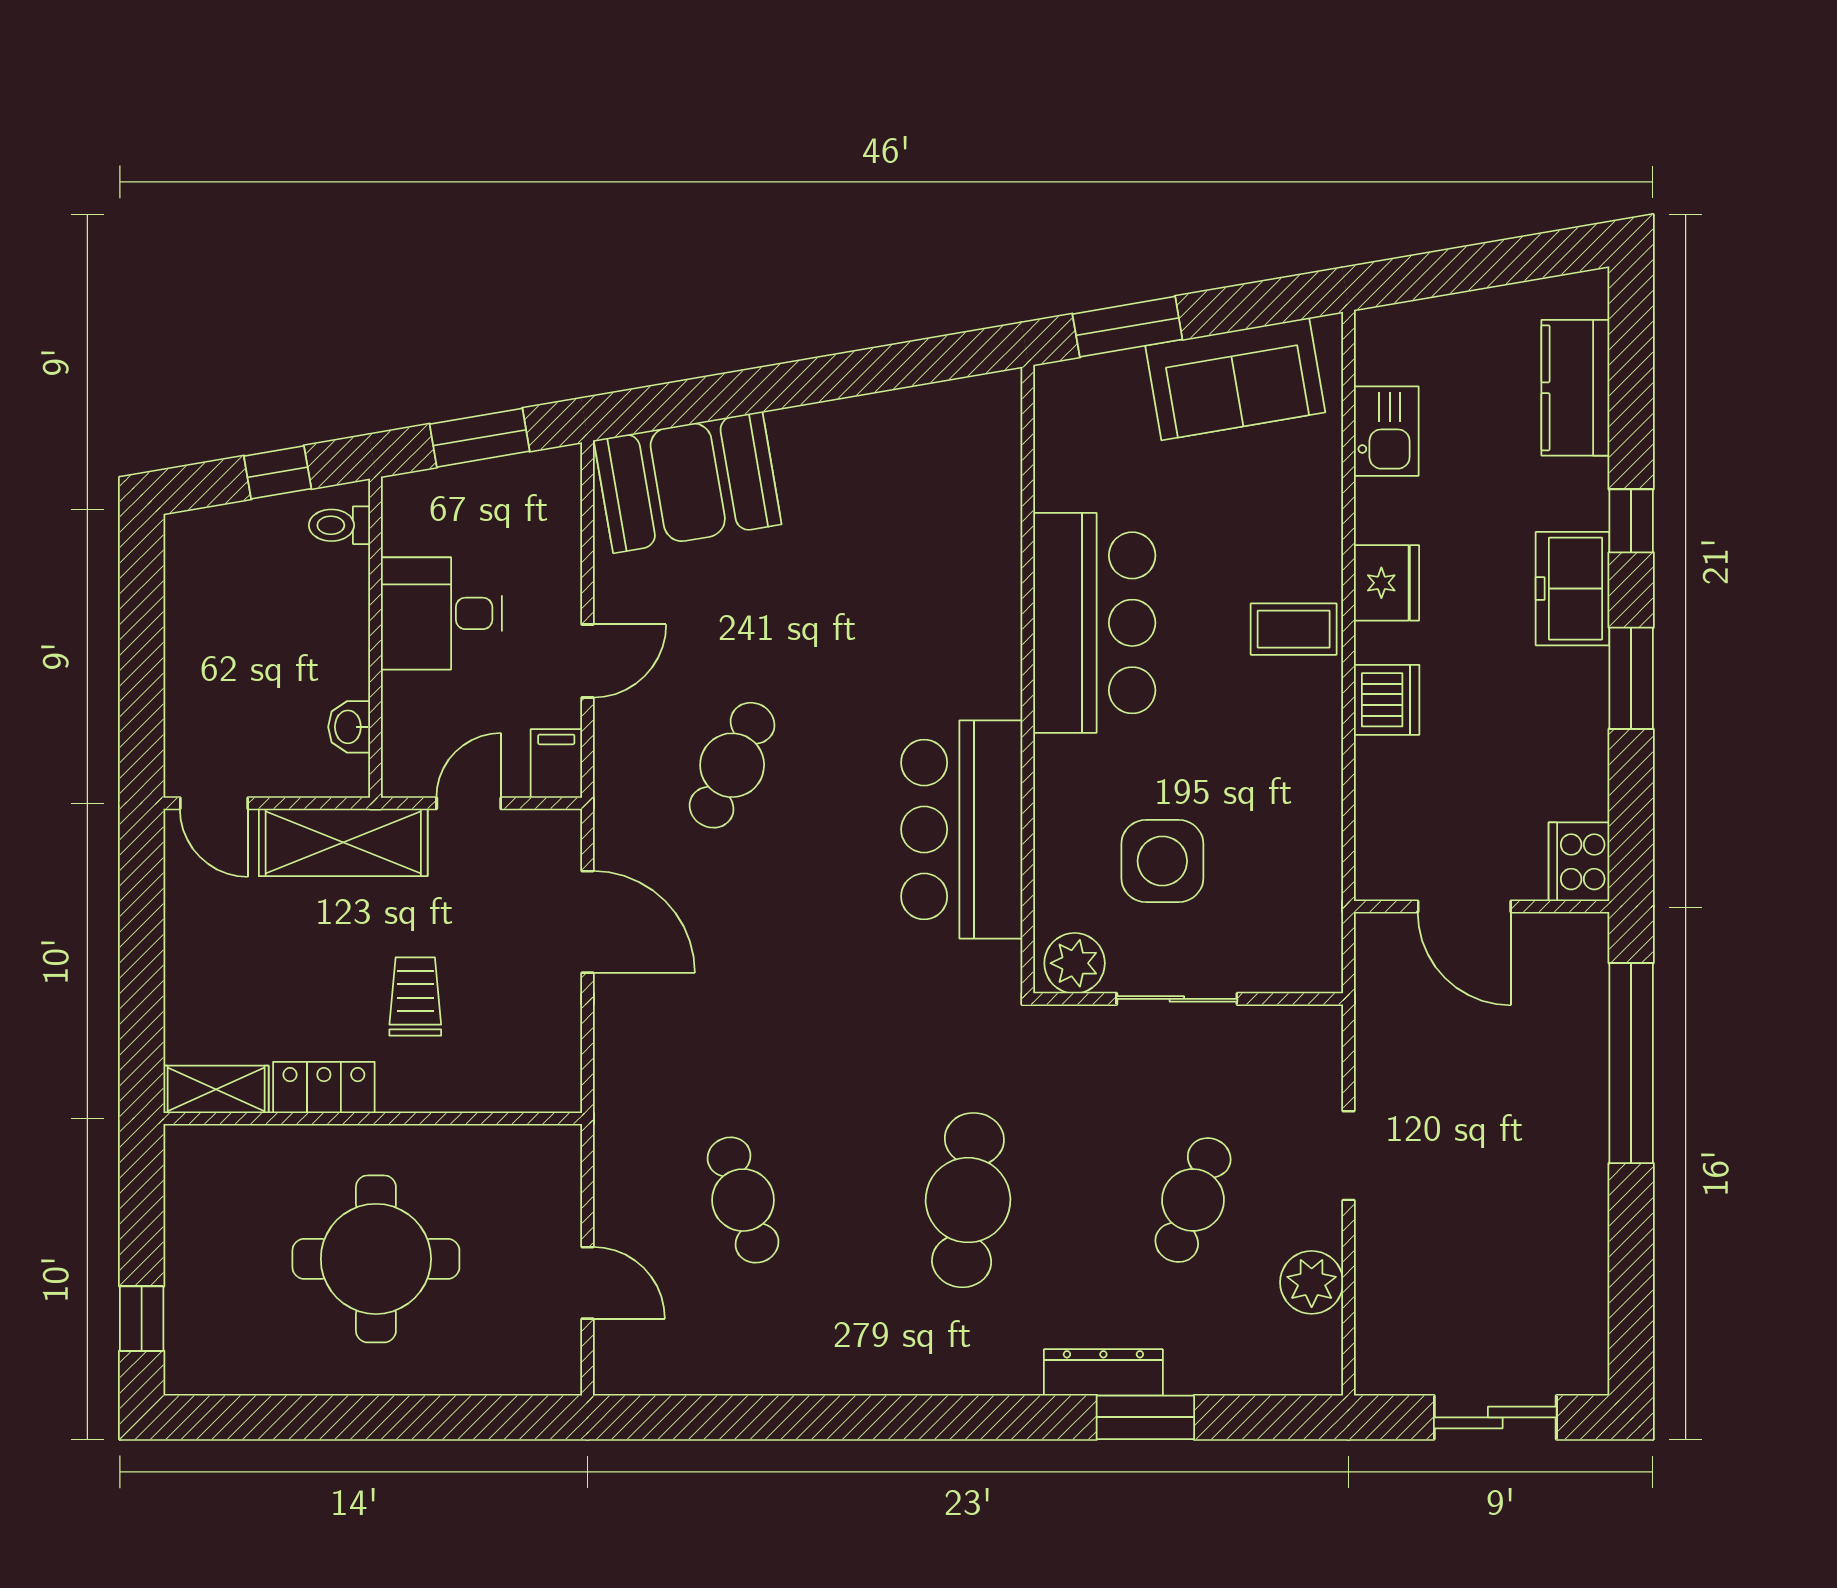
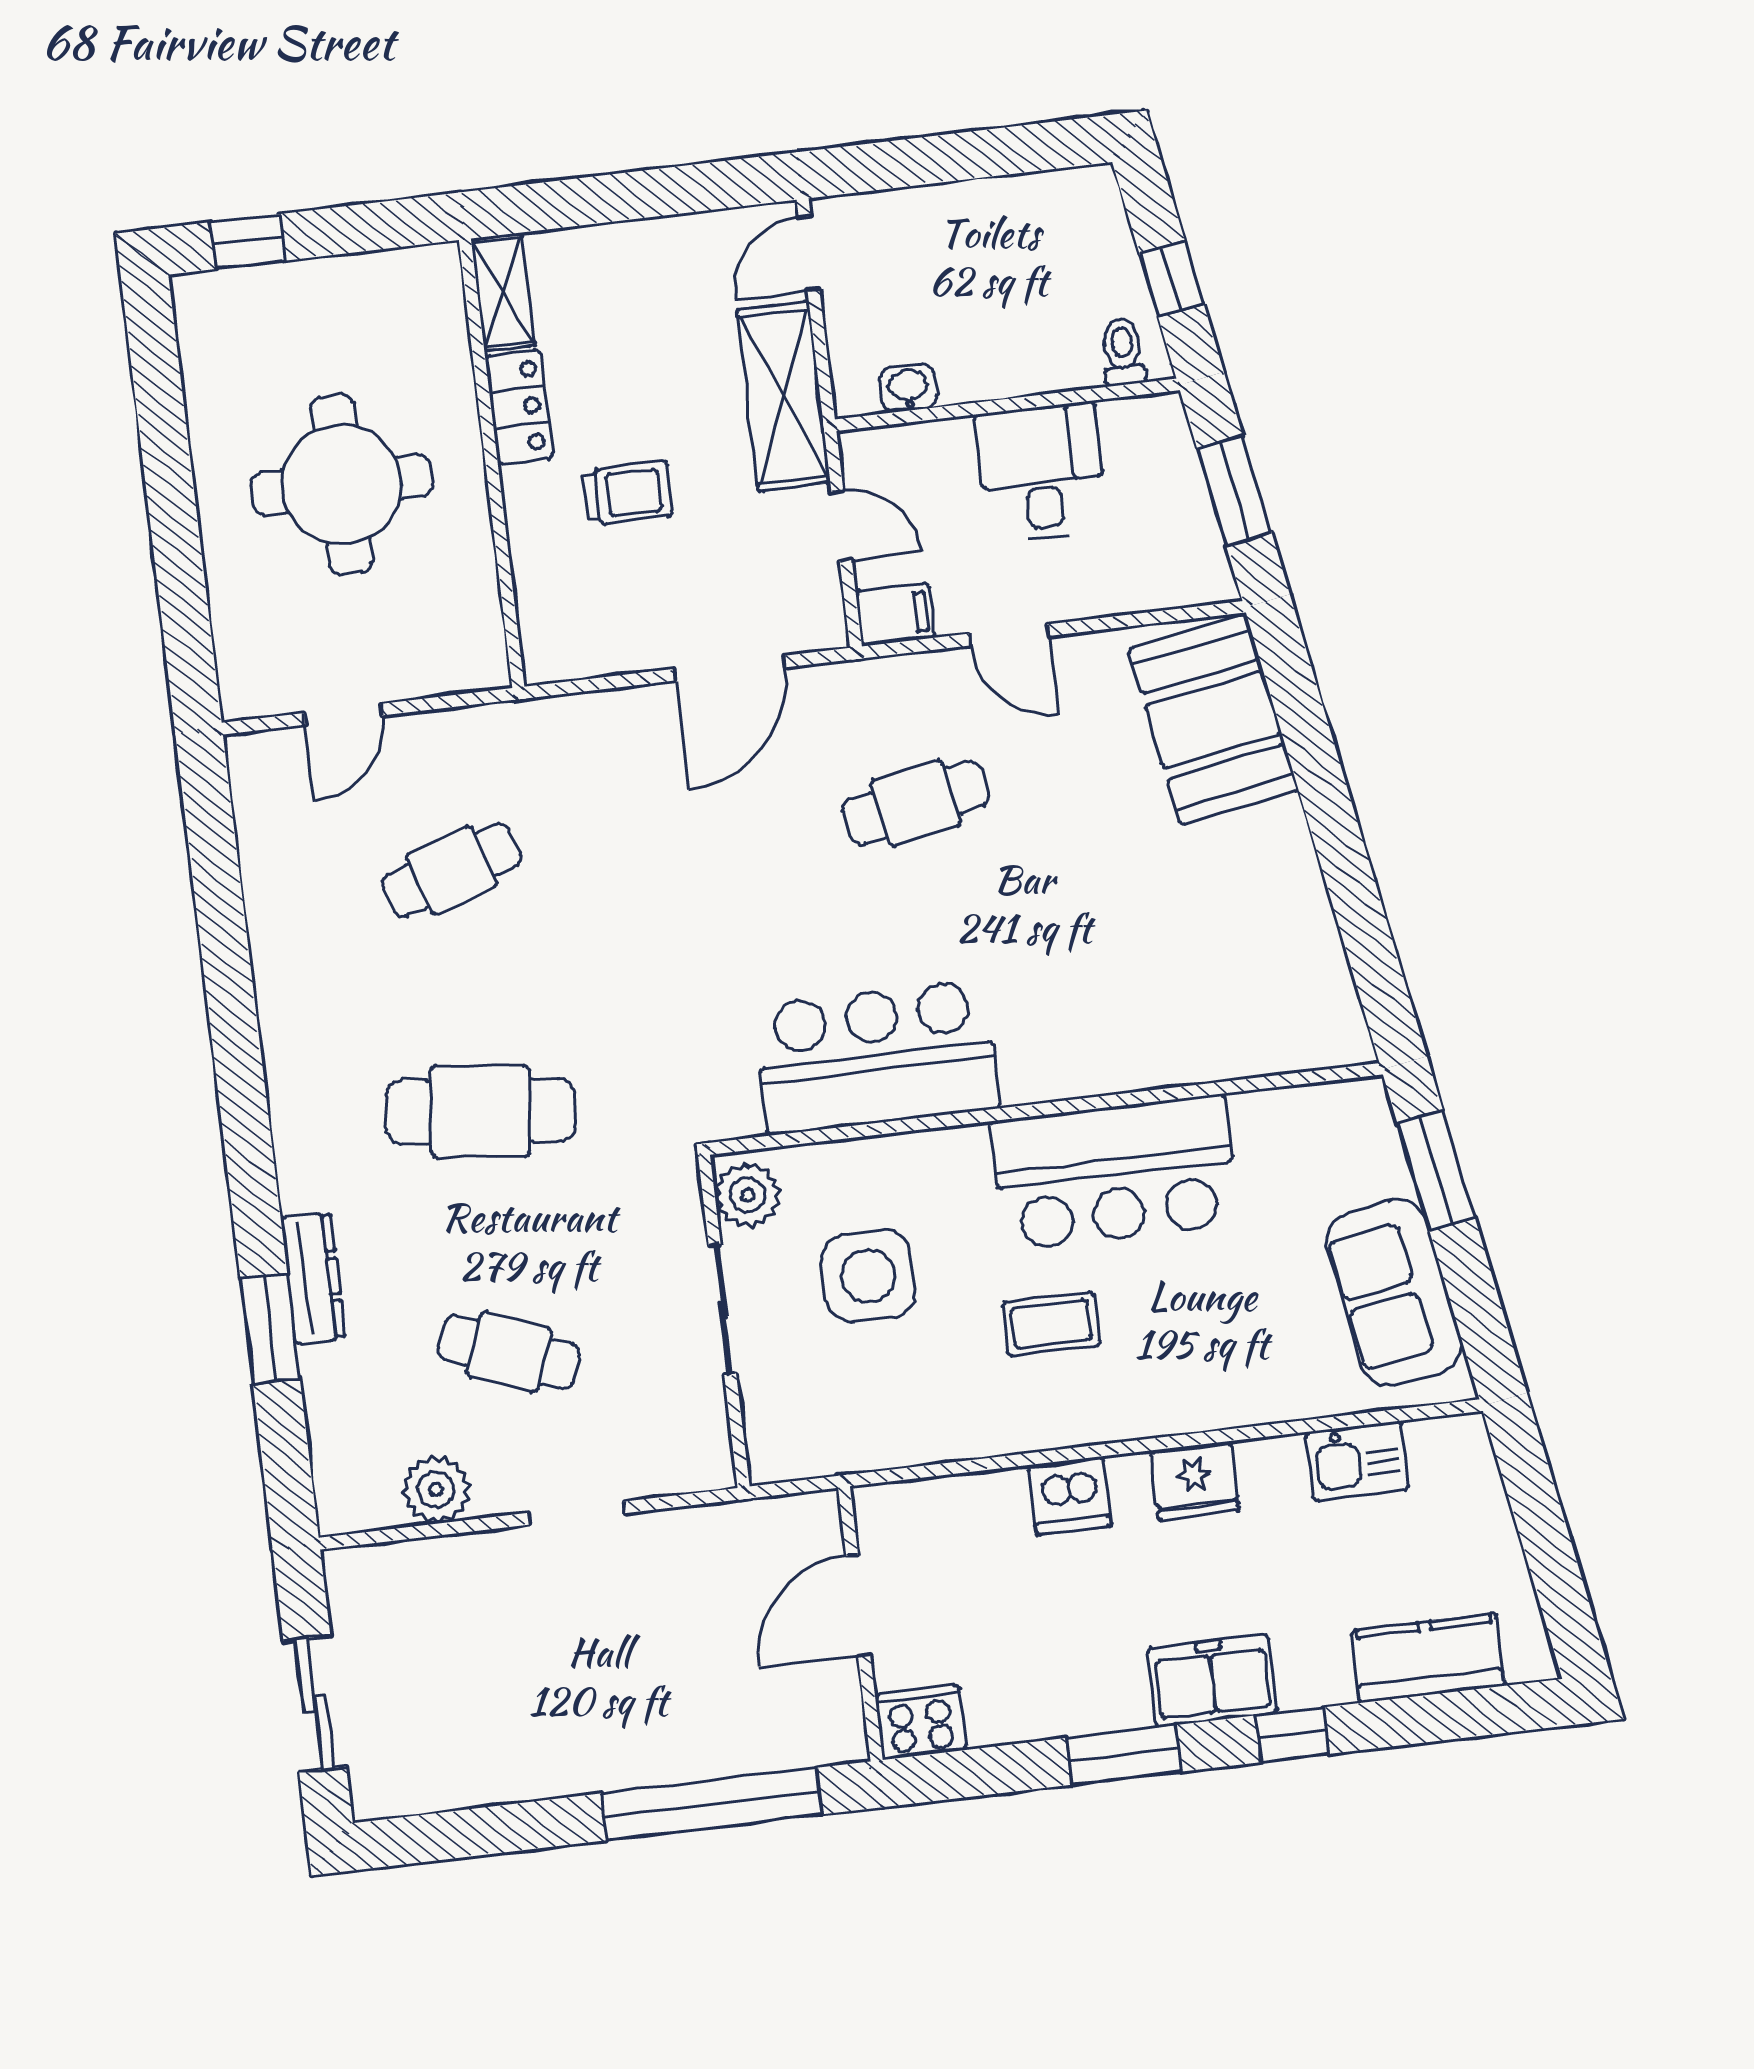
coffee table: (1294, 629) -> (1051, 1324), moved, turned 90
cafe table: (732, 765) -> (916, 803), turned -37

